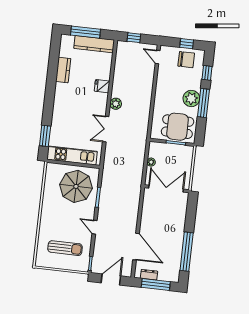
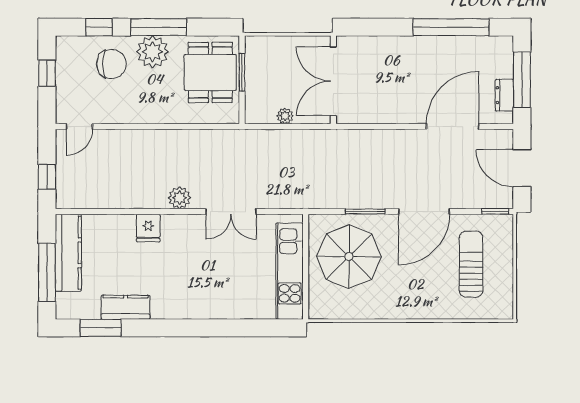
chair: (186, 60) -> (111, 64), moved, turned 90
window: (45, 136) -> (101, 328), moved
door: (95, 227) -> (424, 211), width x1.87

